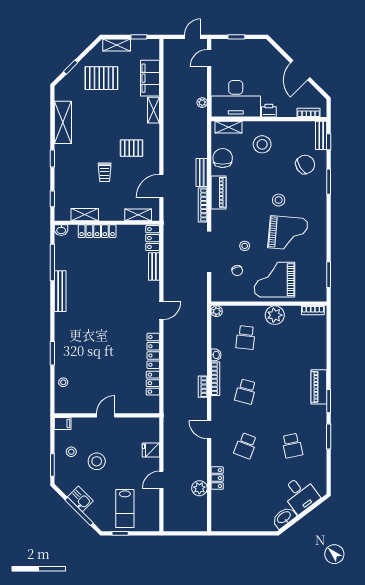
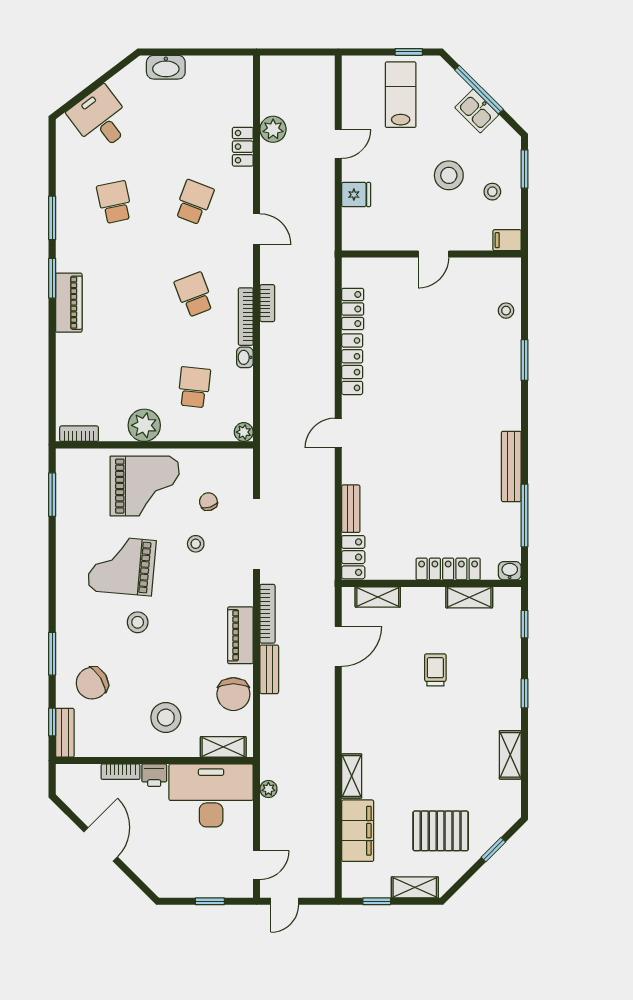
bookcase: (309, 113) -> (121, 772), moved
shelving: (63, 122) -> (510, 755), width x0.67, depth x0.75
pallet: (131, 148) -> (389, 711), removed
school desk: (246, 392) -> (194, 295), turned -36
washbasin: (284, 517) -> (166, 67), moved, turned 37

